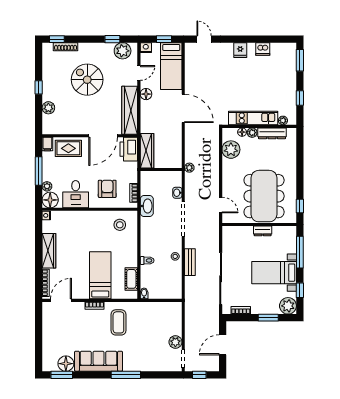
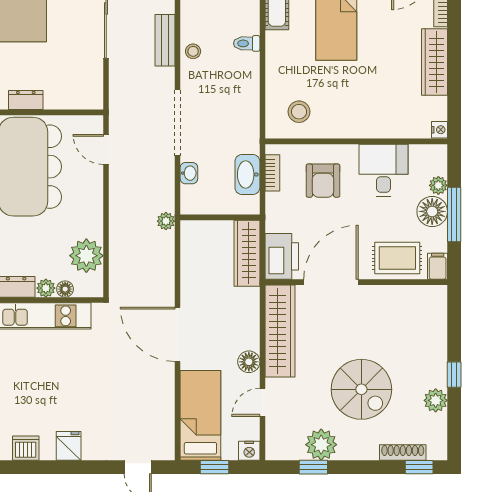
plant: (123, 51) -> (321, 445), moved
plant: (48, 108) -> (436, 400), moved
floor lamp: (50, 200) -> (432, 211), moved
washbasin: (147, 206) -> (247, 174), moved

